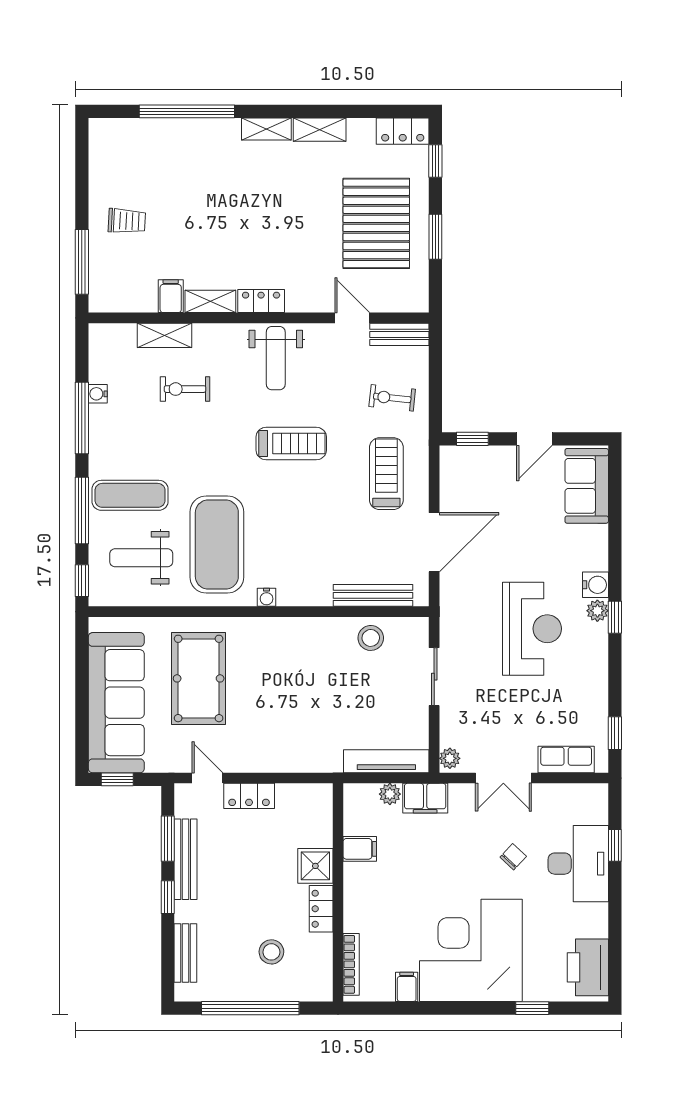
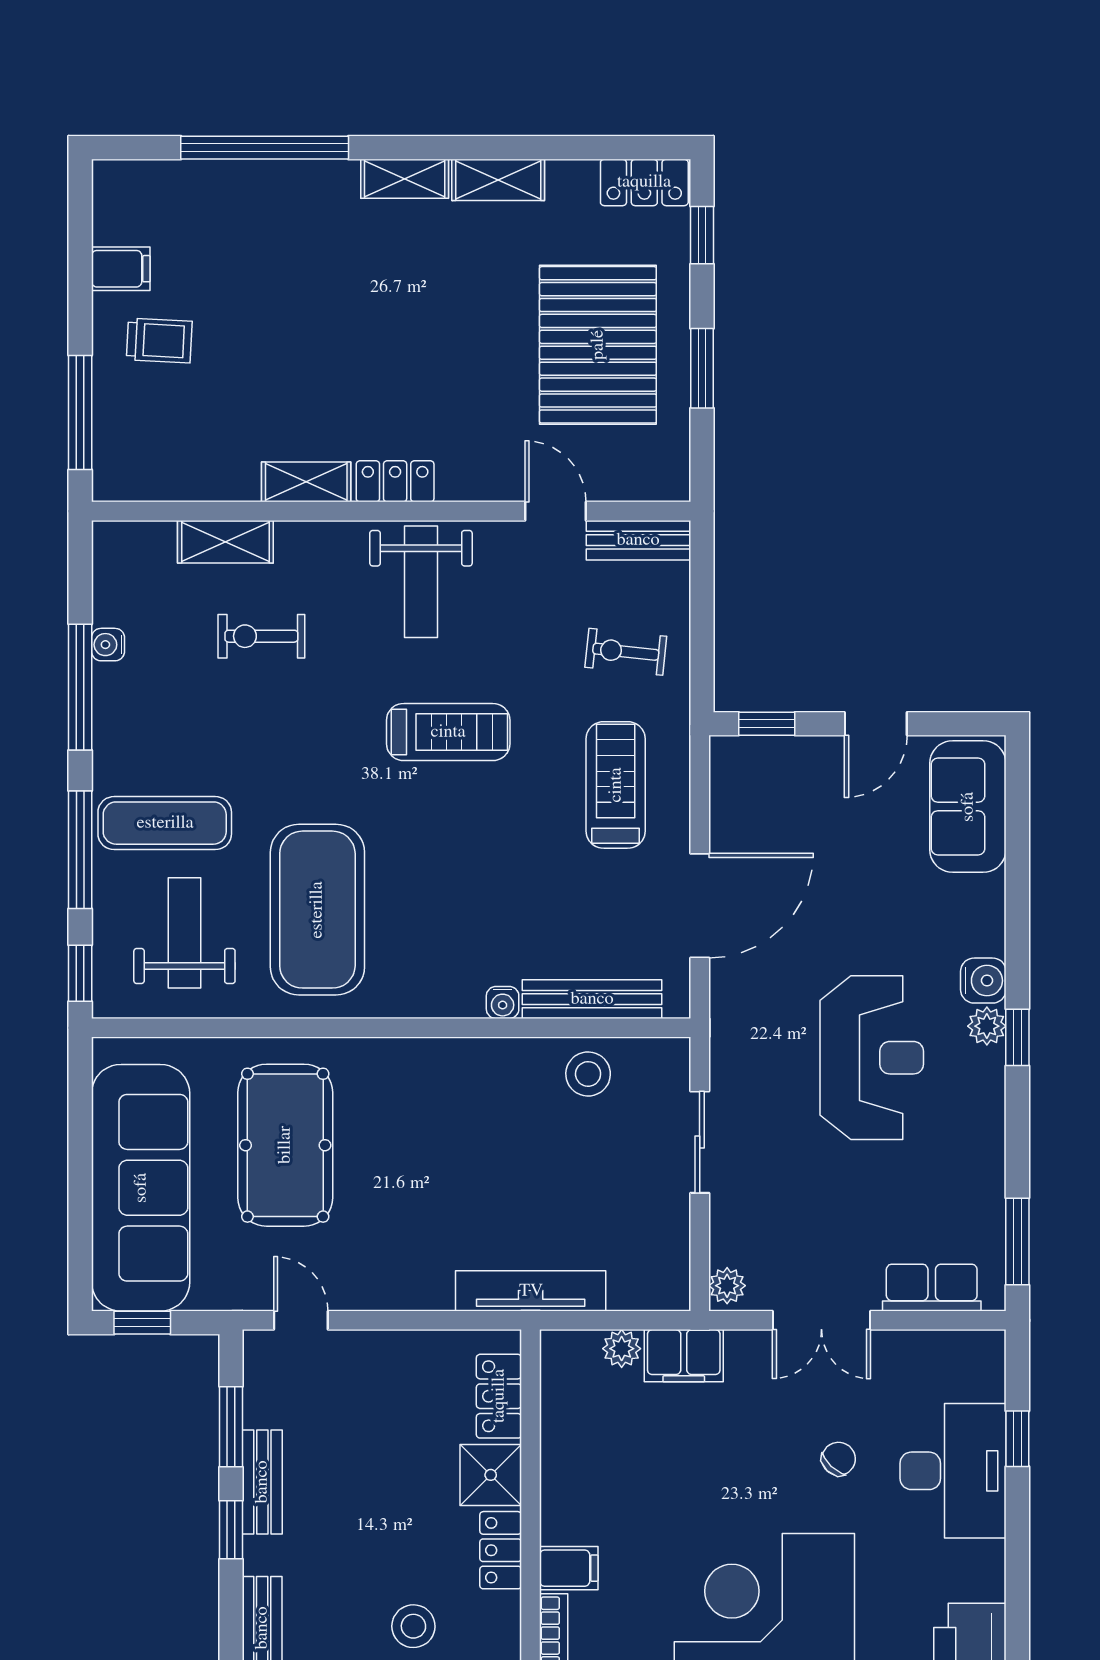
filing cabinet: (171, 296) -> (121, 269), moved, turned 90
weight bench: (141, 558) -> (184, 933), turned 90
water cooler: (267, 597) -> (503, 1002), moved
window: (615, 733) -> (1017, 1242), width x1.50
tv unit: (386, 761) -> (531, 1291), moved
locker: (249, 796) -> (499, 1396), moved, turned 90
filing cabinet: (360, 849) -> (569, 1568), moved
bench: (186, 859) -> (262, 1482), width x0.73

